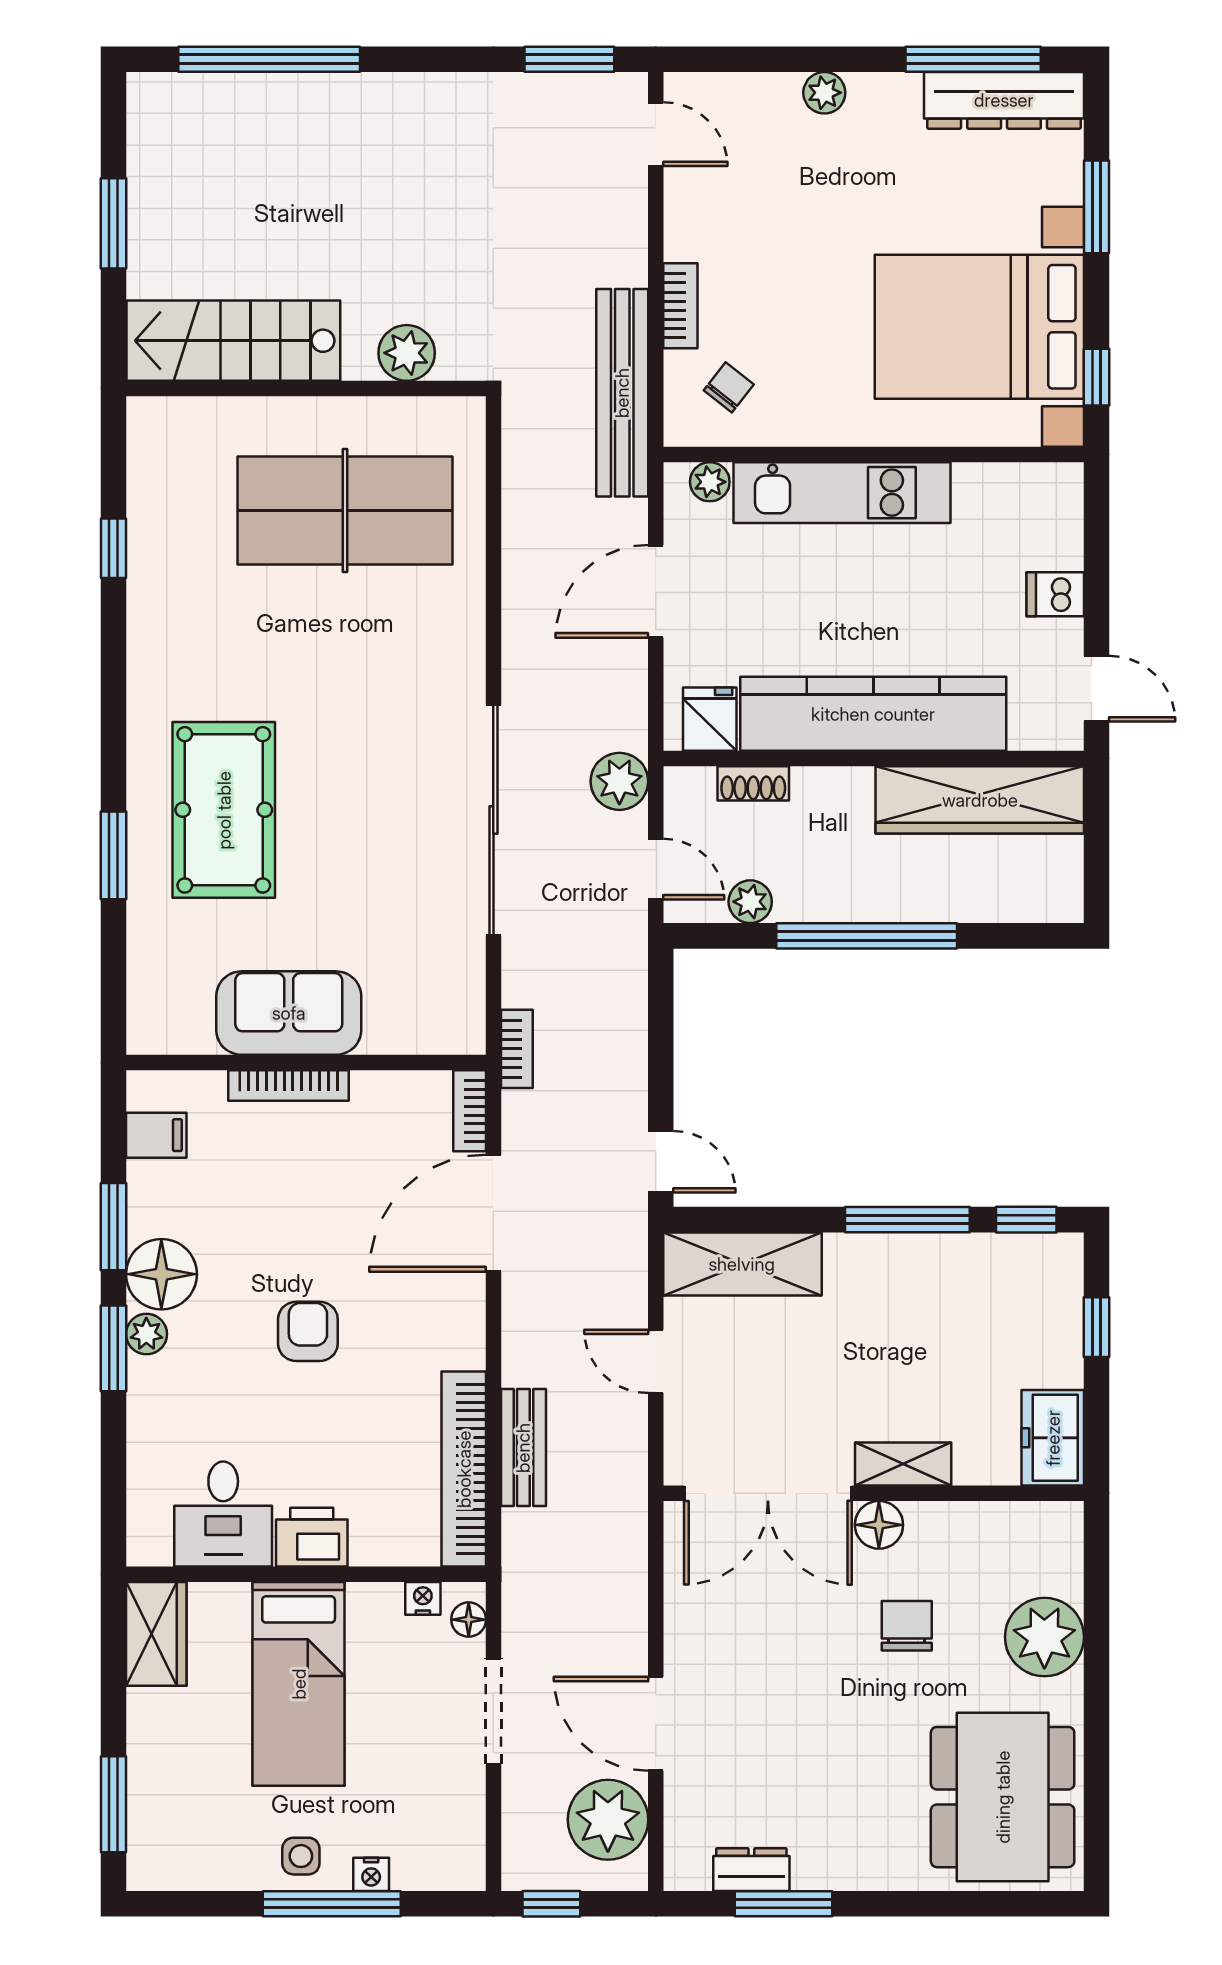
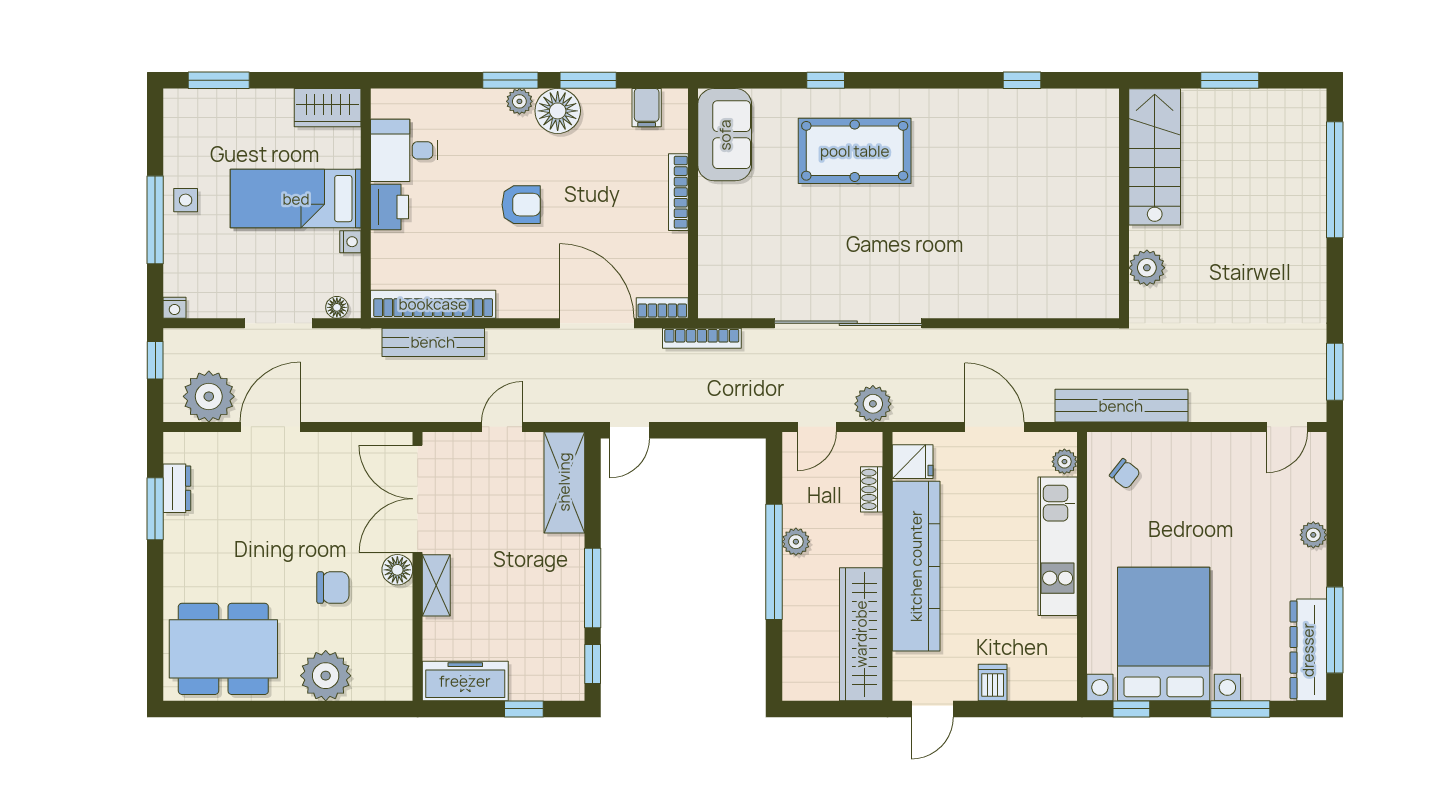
bookcase: (680, 306) -> (1177, 443), removed
table tennis table: (345, 510) -> (1046, 228), removed
window: (113, 855) -> (826, 80), width x0.67
plant: (750, 902) -> (796, 542), moved
sofa: (289, 1013) -> (725, 135), moved
bookcase: (517, 1049) -> (702, 338), width x1.56
freezer: (1053, 1438) -> (465, 681), width x1.40
bench: (523, 1448) -> (433, 342), width x1.36
nightstand: (423, 1598) -> (350, 242), moved
nightstand: (371, 1874) -> (175, 308), moved, turned -90

